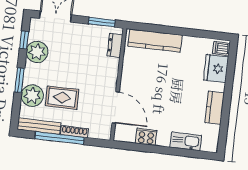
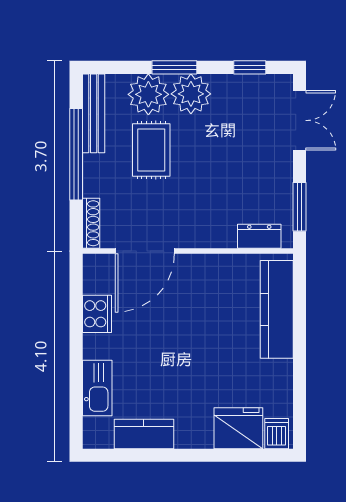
plant: (37, 52) -> (191, 94), moved
kitchen counter: (215, 108) -> (144, 434), moved
shoe rack: (74, 132) -> (91, 223), moved

